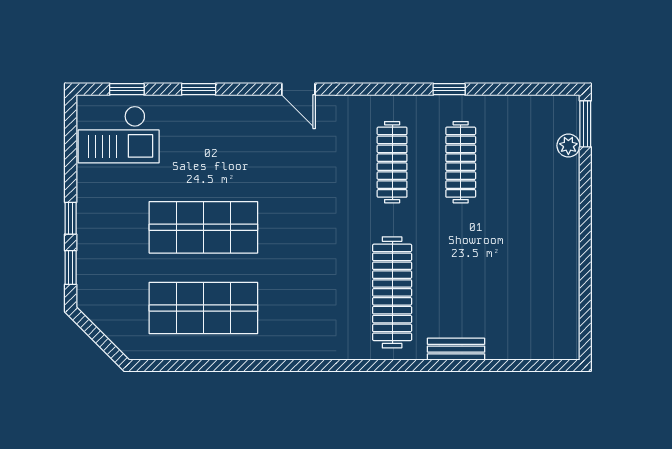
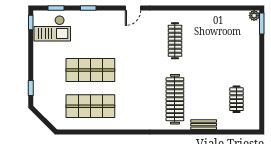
door: (298, 89) -> (133, 8), hinge flipped
window: (449, 89) -> (201, 8), removed
plant: (568, 146) -> (254, 16), moved
clothes rail: (461, 162) -> (237, 99), moved, width x0.73
window: (71, 218) -> (31, 23), moved

